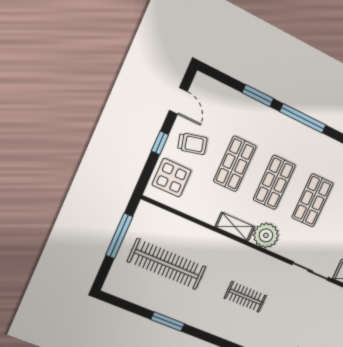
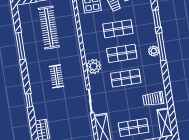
plant: (301, 133) -> (154, 51), added
shelving: (235, 227) -> (88, 48), removed
window: (168, 322) -> (21, 46), width x1.44

